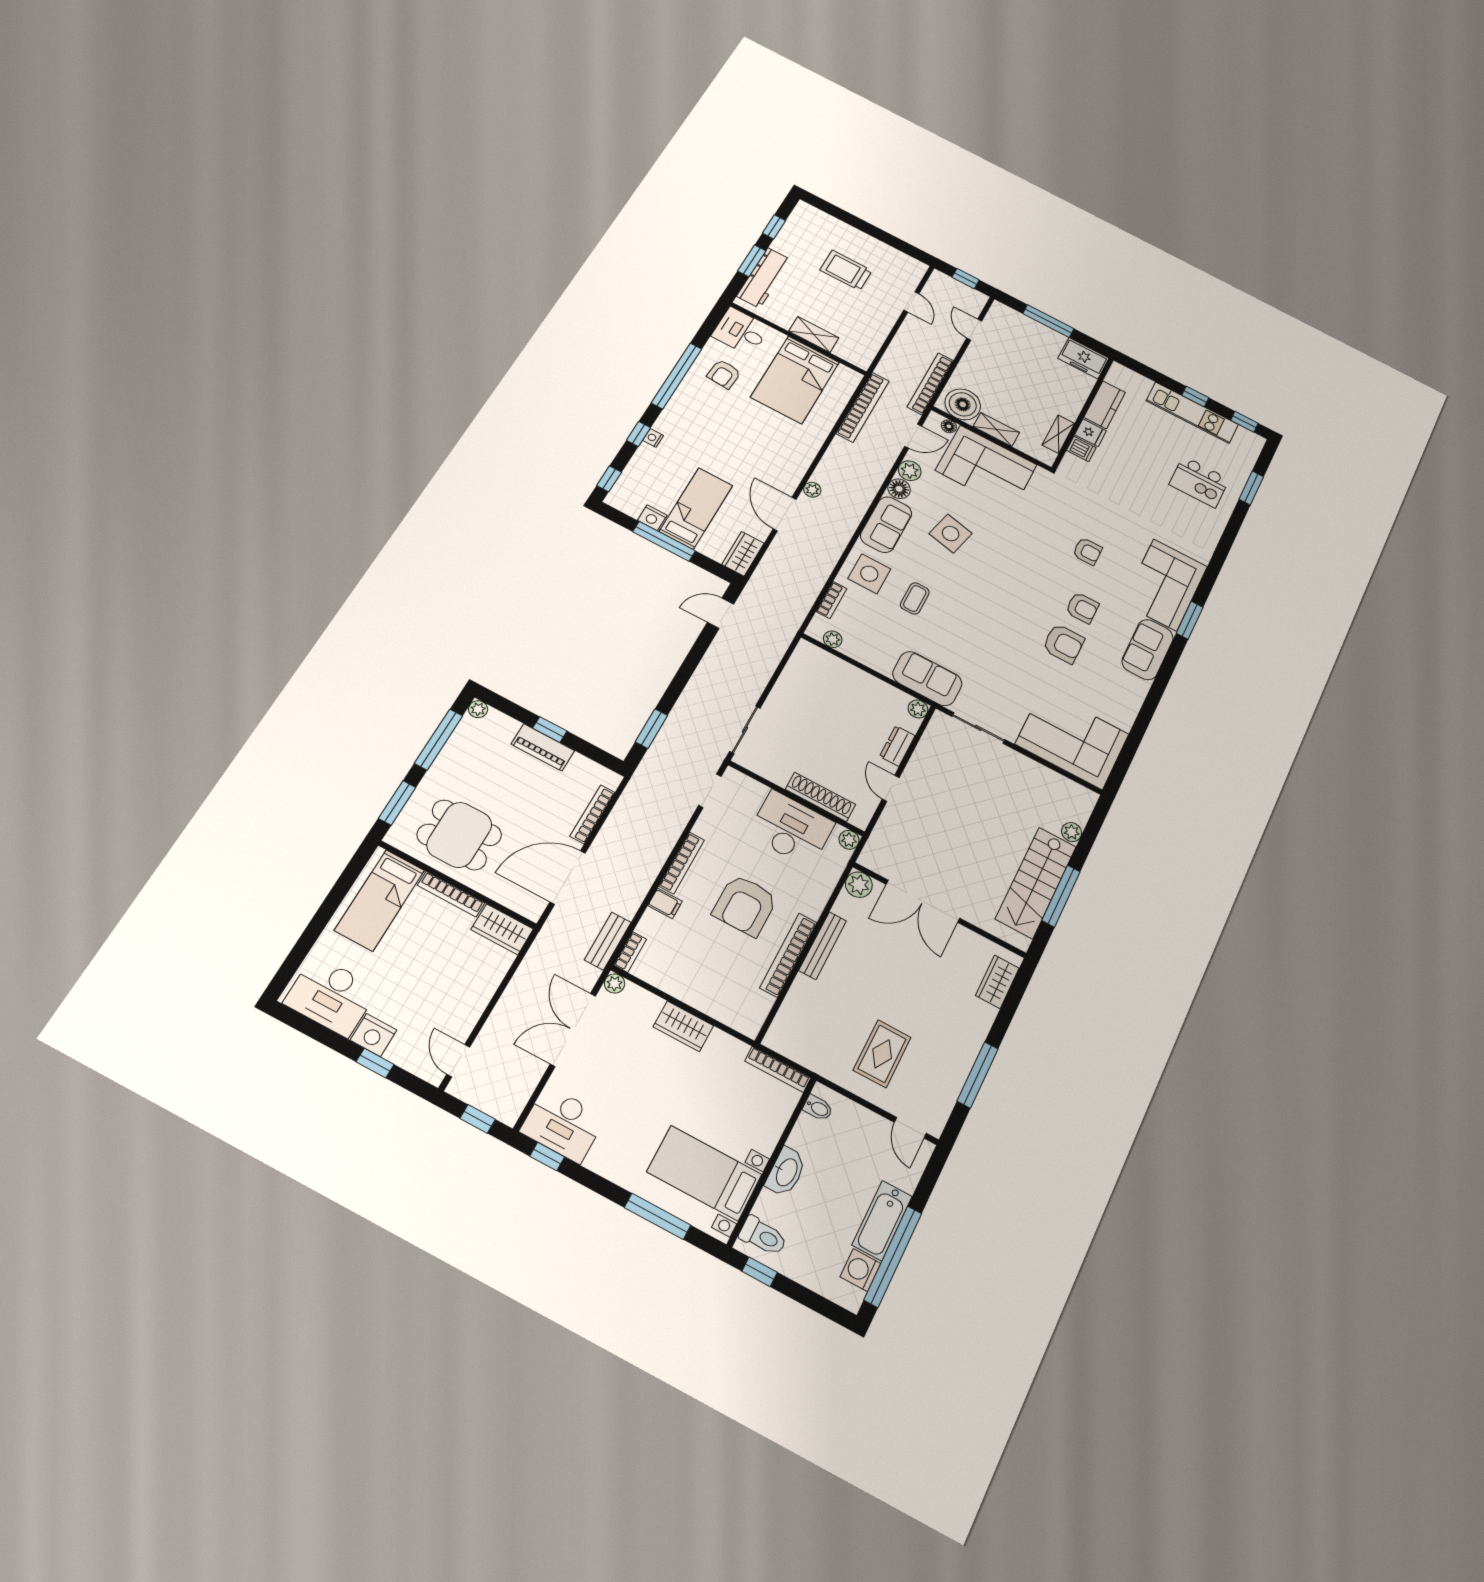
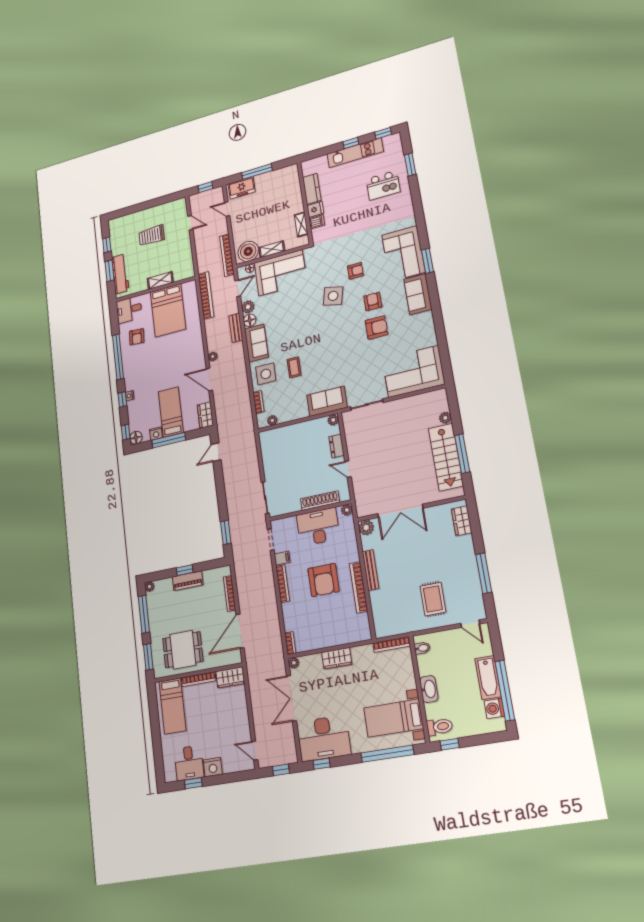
freezer: (1083, 358) -> (242, 188), moved
floor lamp: (618, 499) -> (136, 438), added
side table: (951, 534) -> (333, 296), moved
armchair: (1082, 608) -> (373, 301), turned -90
filing cabinet: (665, 903) -> (282, 558), moved
bench: (608, 941) -> (236, 328), moved
desk: (331, 996) -> (189, 763), width x0.73
window: (375, 1063) -> (193, 783), moved
desk: (563, 1124) -> (324, 738), width x1.36, depth x1.30
window: (658, 1216) -> (387, 754), width x1.46

